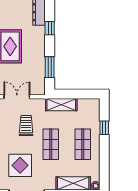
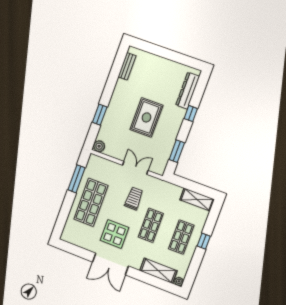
shelving: (61, 105) -> (197, 200), moved
window: (104, 128) -> (204, 241), moved

